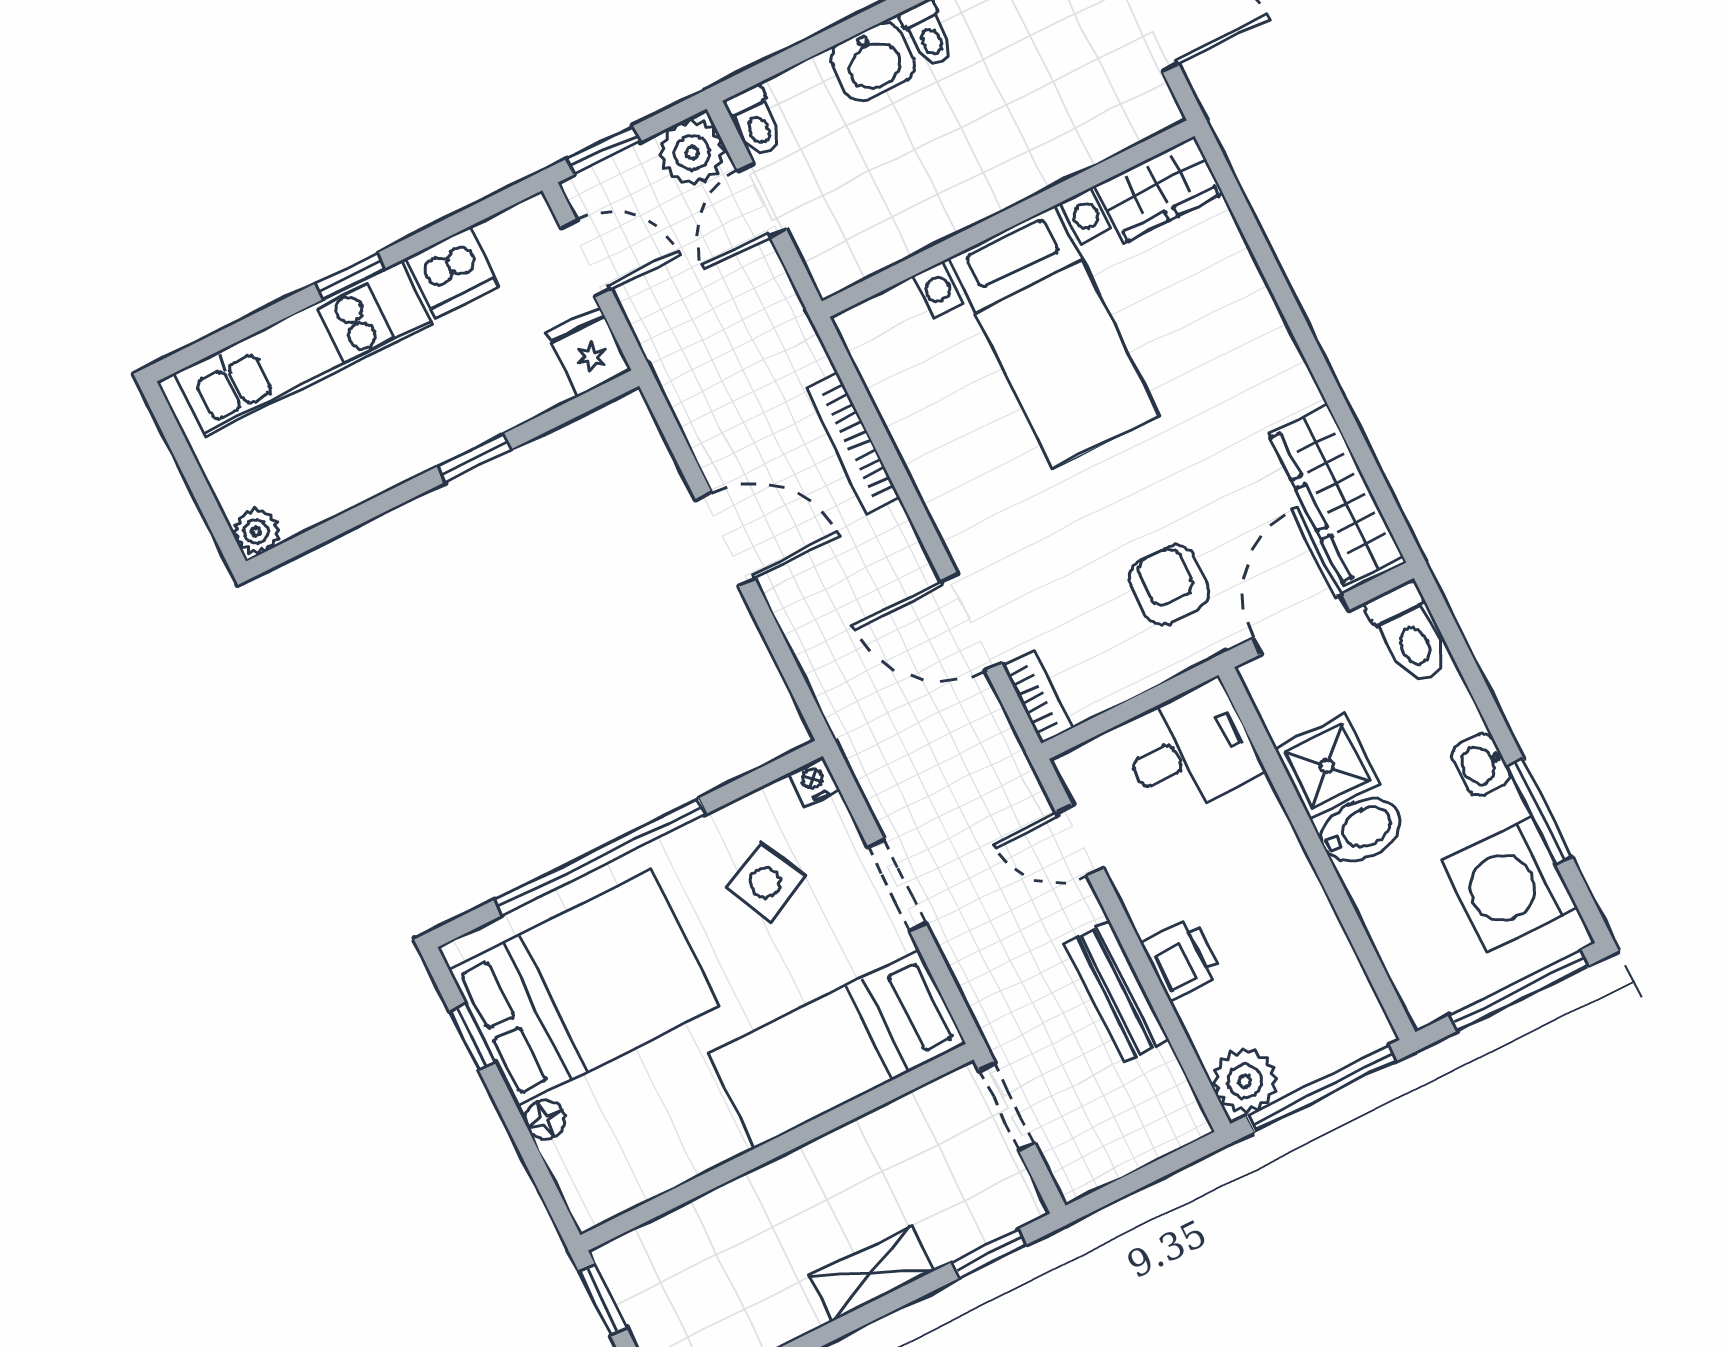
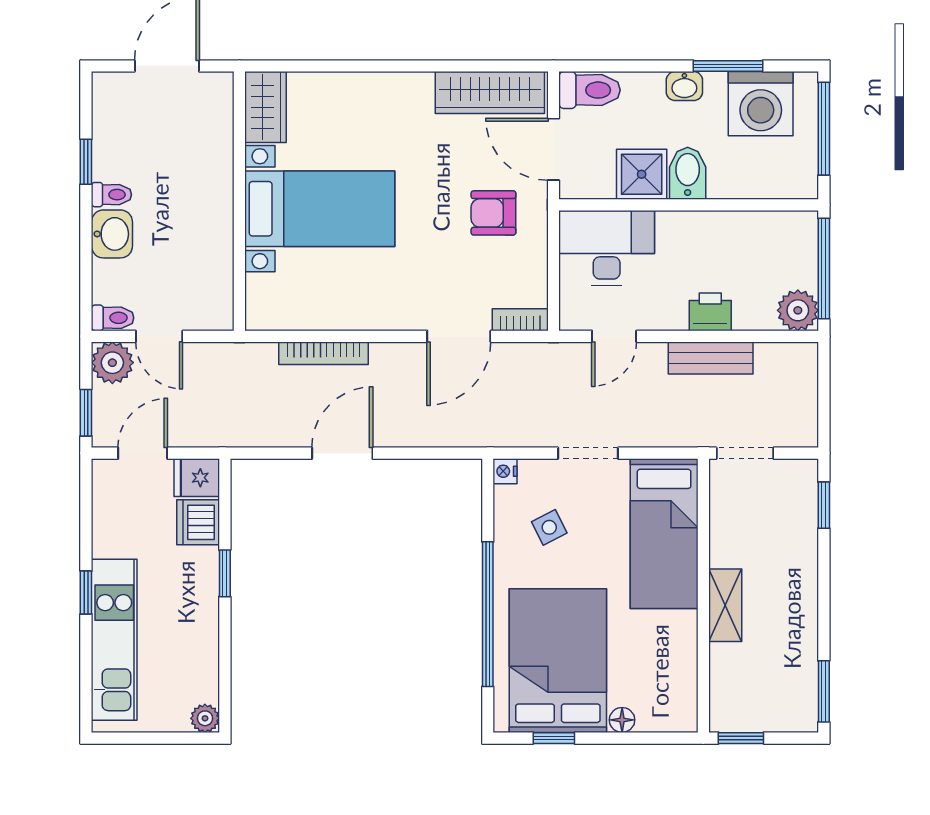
dishwasher: (452, 272) -> (198, 522), moved, turned 180
desk: (1190, 750) -> (607, 248), width x1.37
side table: (765, 883) -> (549, 527), width x0.73, depth x0.73
shelving: (872, 1273) -> (725, 605), moved

